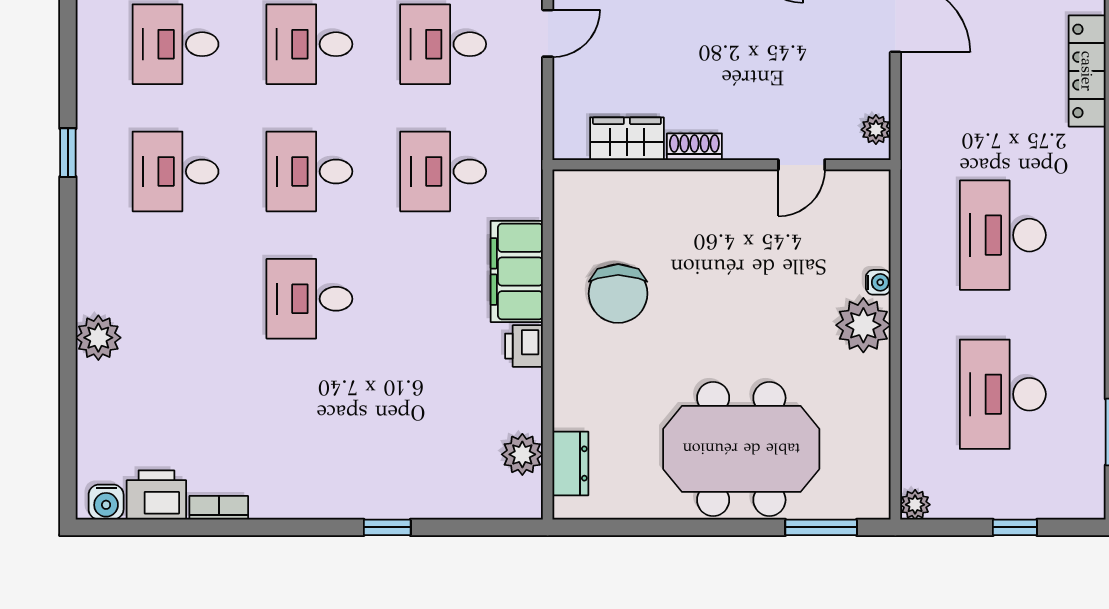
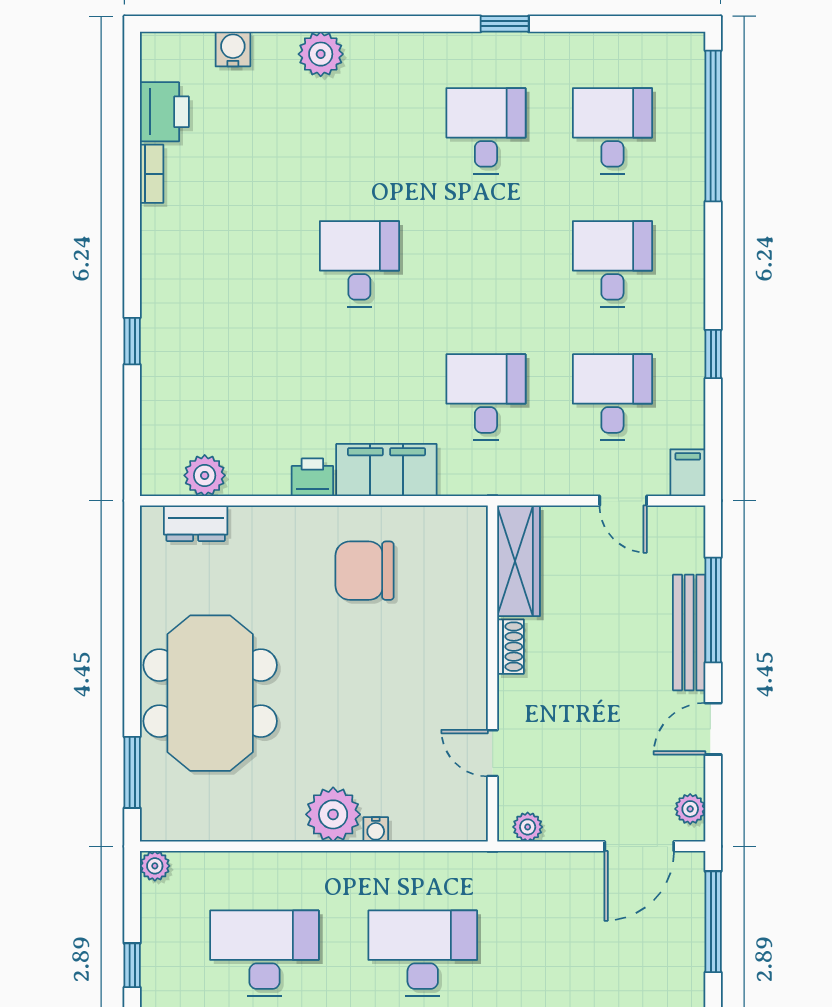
wardrobe: (627, 139) -> (518, 561), width x1.50
desk: (309, 171) -> (486, 264), removed
water cooler: (106, 502) -> (233, 49), moved, turned 90

